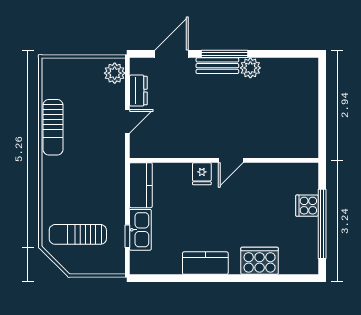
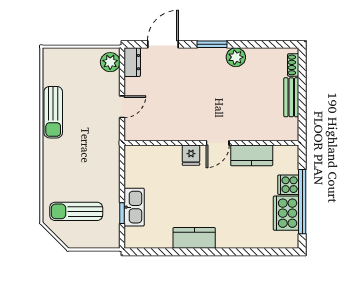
window: (225, 54) -> (212, 44), width x0.69
bench: (217, 66) -> (291, 97), moved, turned 90
shoe rack: (312, 76) -> (293, 65), added
dresser: (138, 91) -> (132, 62), moved
kitchen counter: (141, 185) -> (252, 155), moved, turned 90
cooker: (260, 261) -> (286, 213), moved, turned -90

